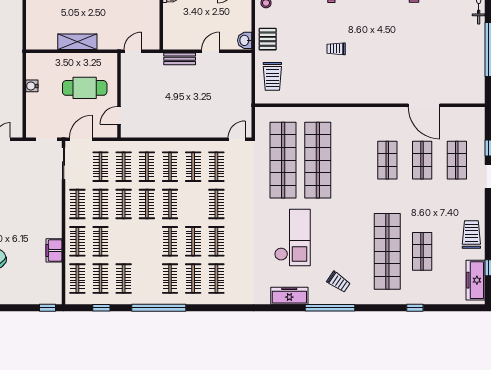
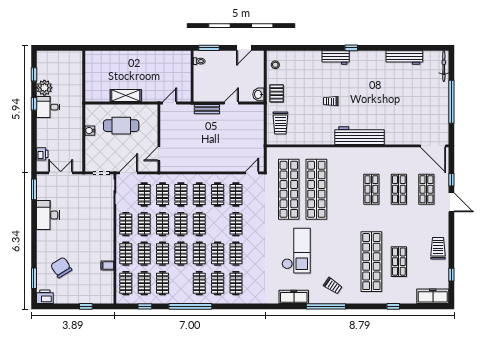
cafe table: (85, 88) -> (121, 126), moved
workbench: (372, 92) -> (359, 136), added
door: (424, 105) -> (433, 146), moved
clothes rail: (124, 241) -> (163, 254), added
clothes rail: (147, 241) -> (181, 254), added
filing cabinet: (54, 250) -> (107, 266), width x0.50
freezer: (476, 280) -> (433, 296), moved, turned 90
window: (47, 308) -> (86, 306), moved

